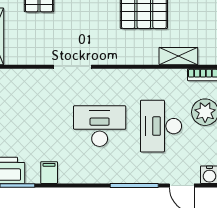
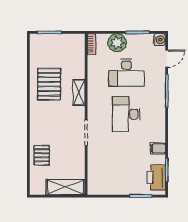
shelving: (178, 56) -> (79, 92), moved

